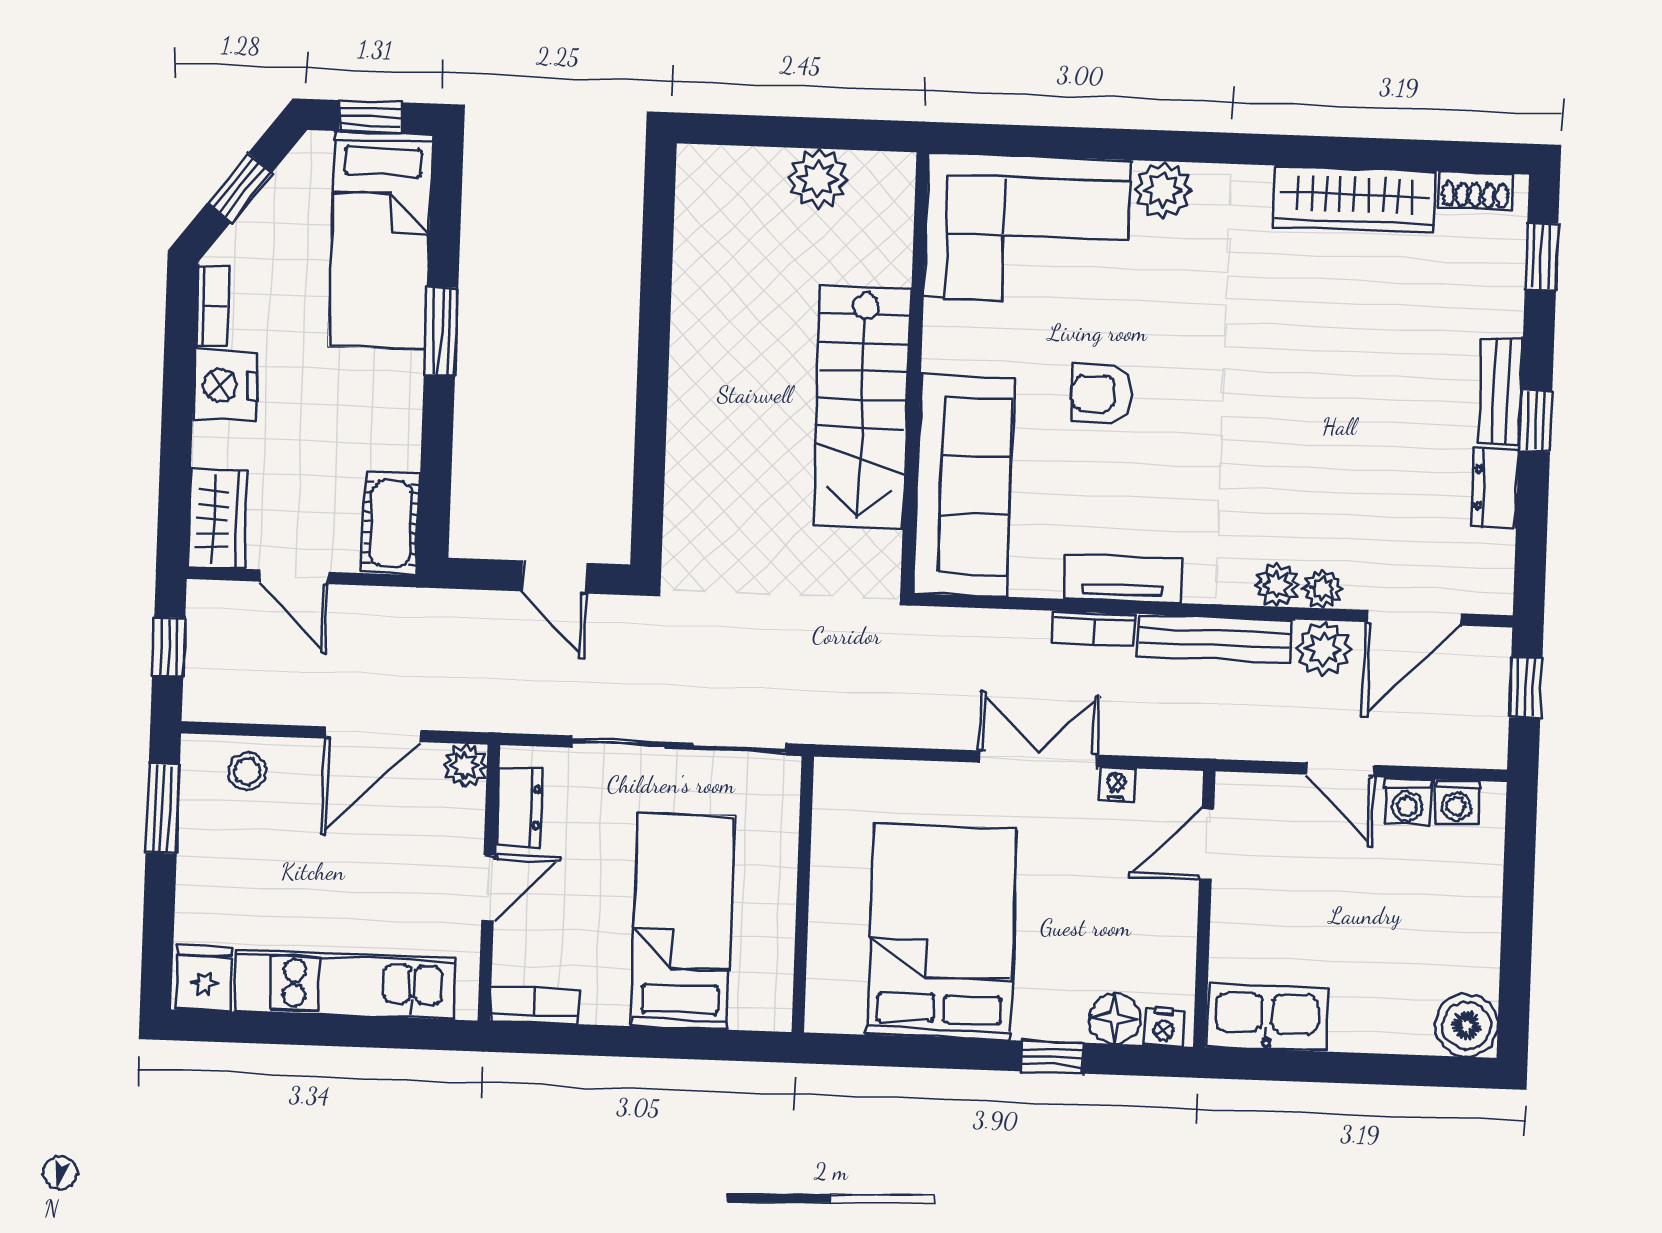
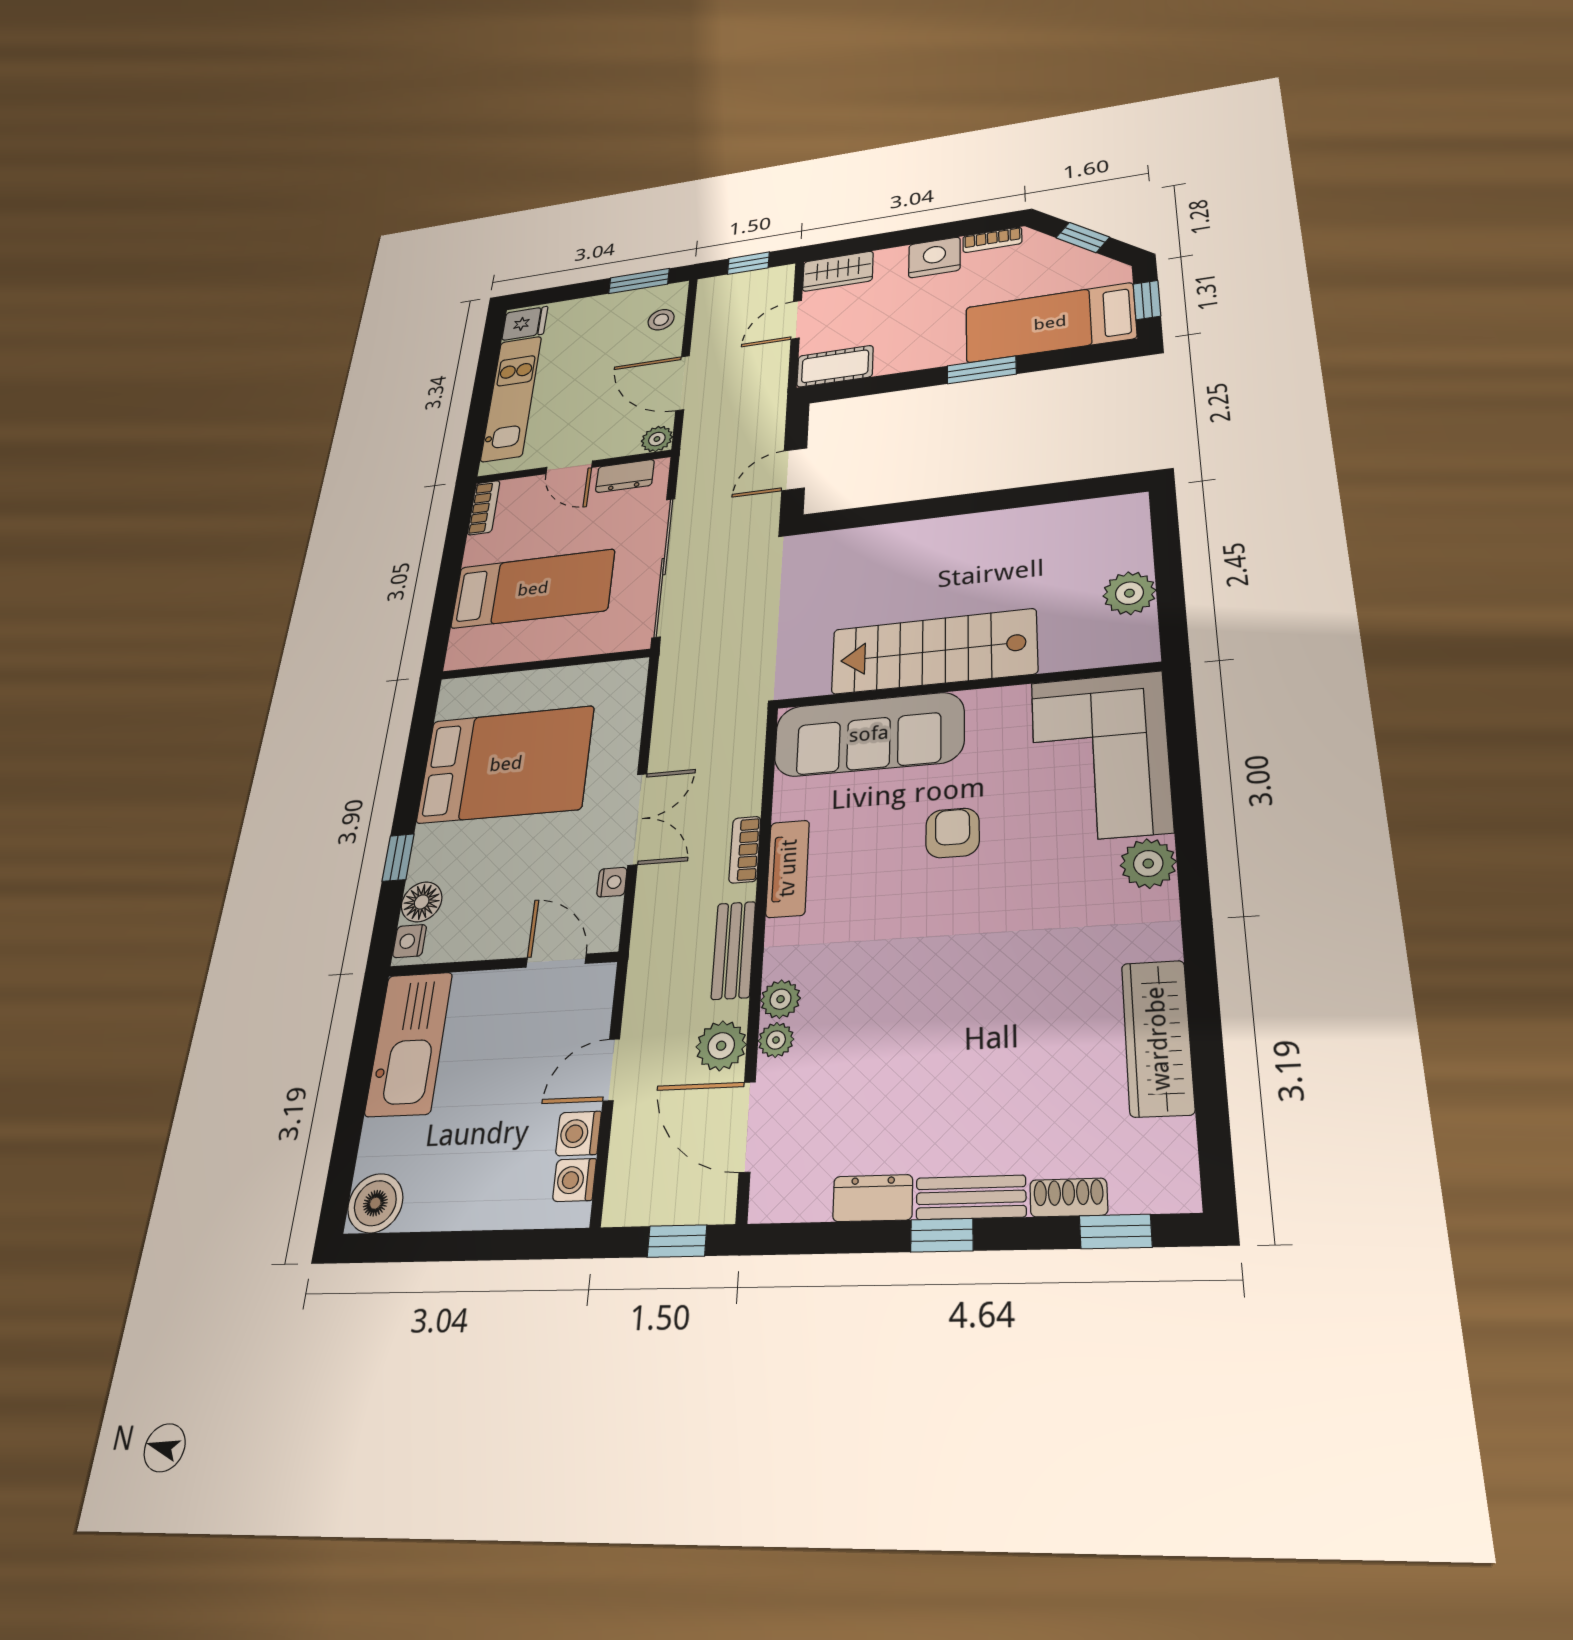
shoe rack: (1475, 190) -> (1069, 1197), moved, turned 90
bench: (1215, 638) -> (734, 950), width x0.73
kitchen sink: (1267, 1018) -> (409, 1044), width x1.36, depth x1.24

